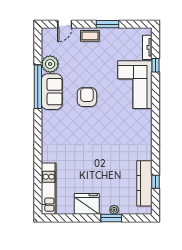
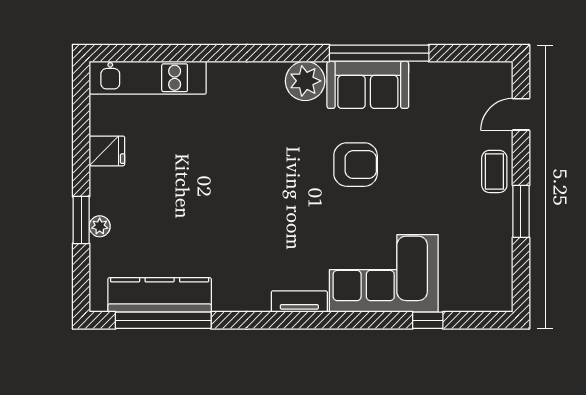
door: (65, 24) -> (521, 114), hinge flipped
tv unit: (147, 47) -> (299, 302), moved
plant: (50, 64) -> (305, 81), moved
window: (156, 182) -> (163, 320), width x3.17
fridge: (87, 204) -> (107, 151), width x0.53, depth x0.75

